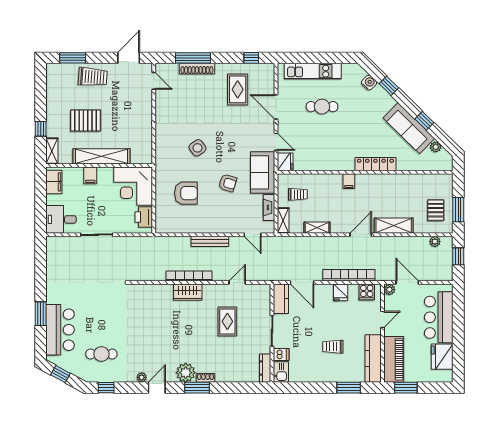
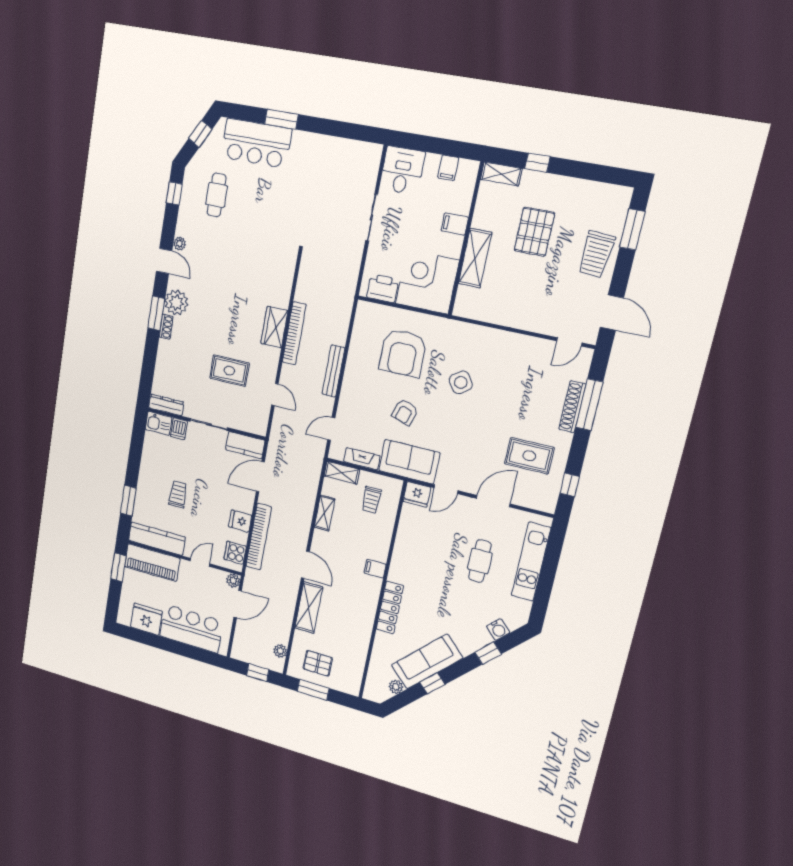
shelving: (101, 156) -> (475, 258), width x0.68
filing cabinet: (54, 182) -> (448, 168), width x0.50
armchair: (186, 193) -> (403, 353), width x1.36, depth x1.36
door: (382, 319) -> (200, 562), swing flipped

